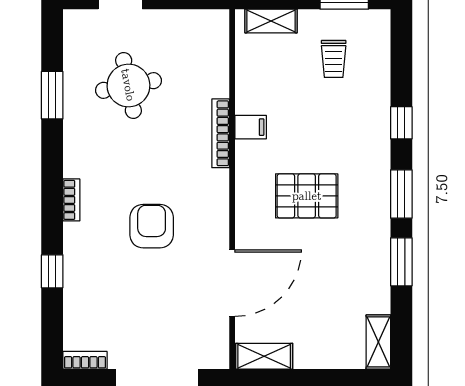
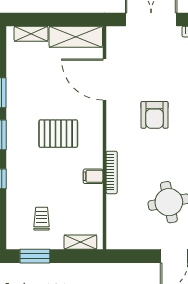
door: (232, 283) -> (104, 80), hinge flipped
shelving: (378, 342) -> (31, 34), moved, turned 90
shelving: (264, 356) -> (76, 37), width x1.50, depth x1.33

